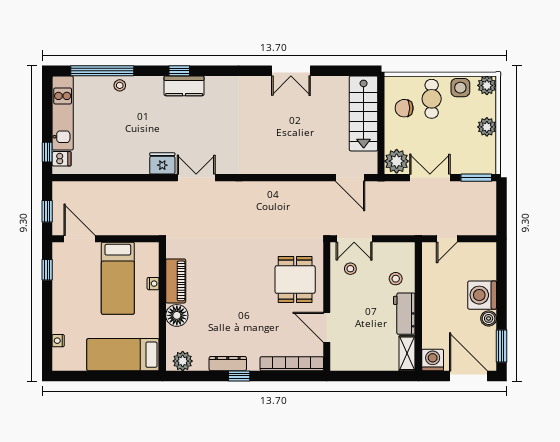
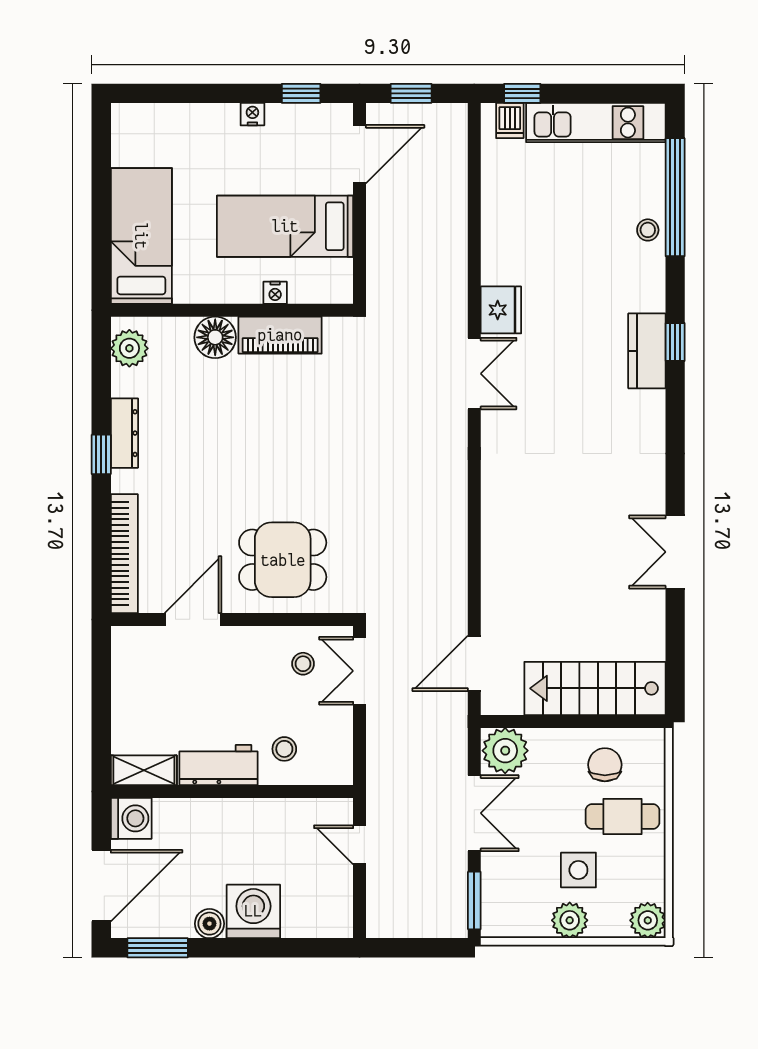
side table: (460, 88) -> (578, 870), moved
nightstand: (58, 341) -> (252, 114), moved

